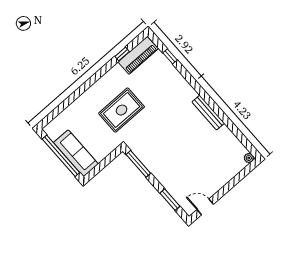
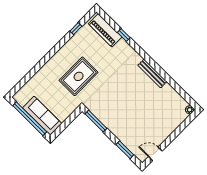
piano: (138, 55) -> (105, 30), moved, turned 90
window: (170, 56) -> (124, 35), moved

